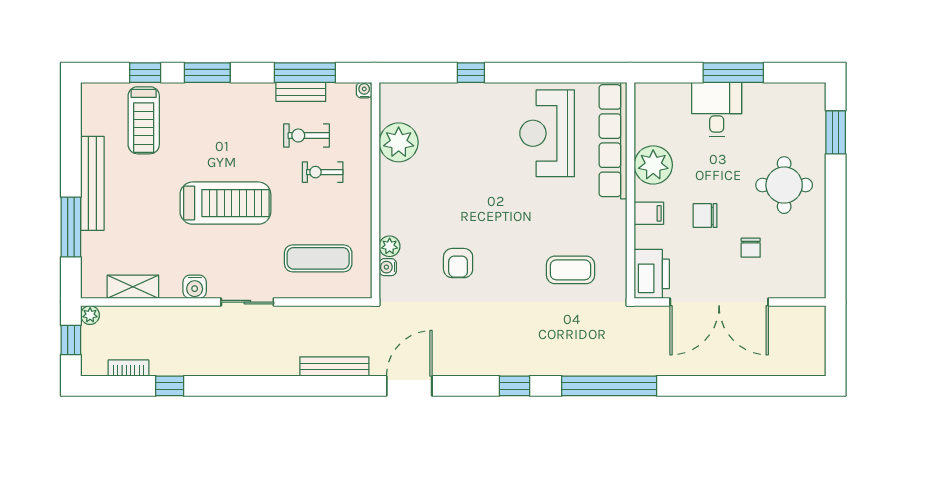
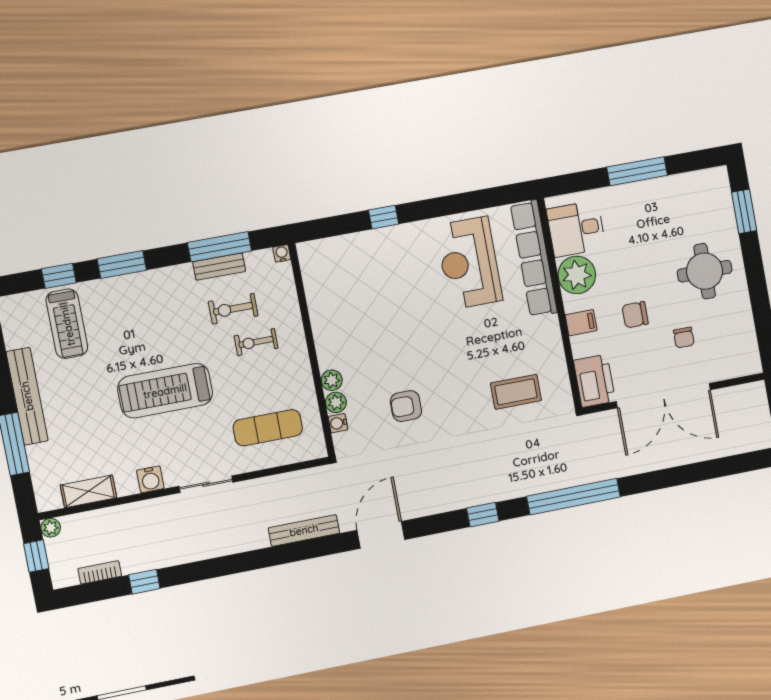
desk: (717, 109) -> (576, 229), moved, turned -90
plant: (399, 142) -> (332, 380), moved, width x0.53, depth x0.53
treadmill: (225, 203) -> (165, 391), turned 180
armchair: (458, 263) -> (406, 406), turned 90

